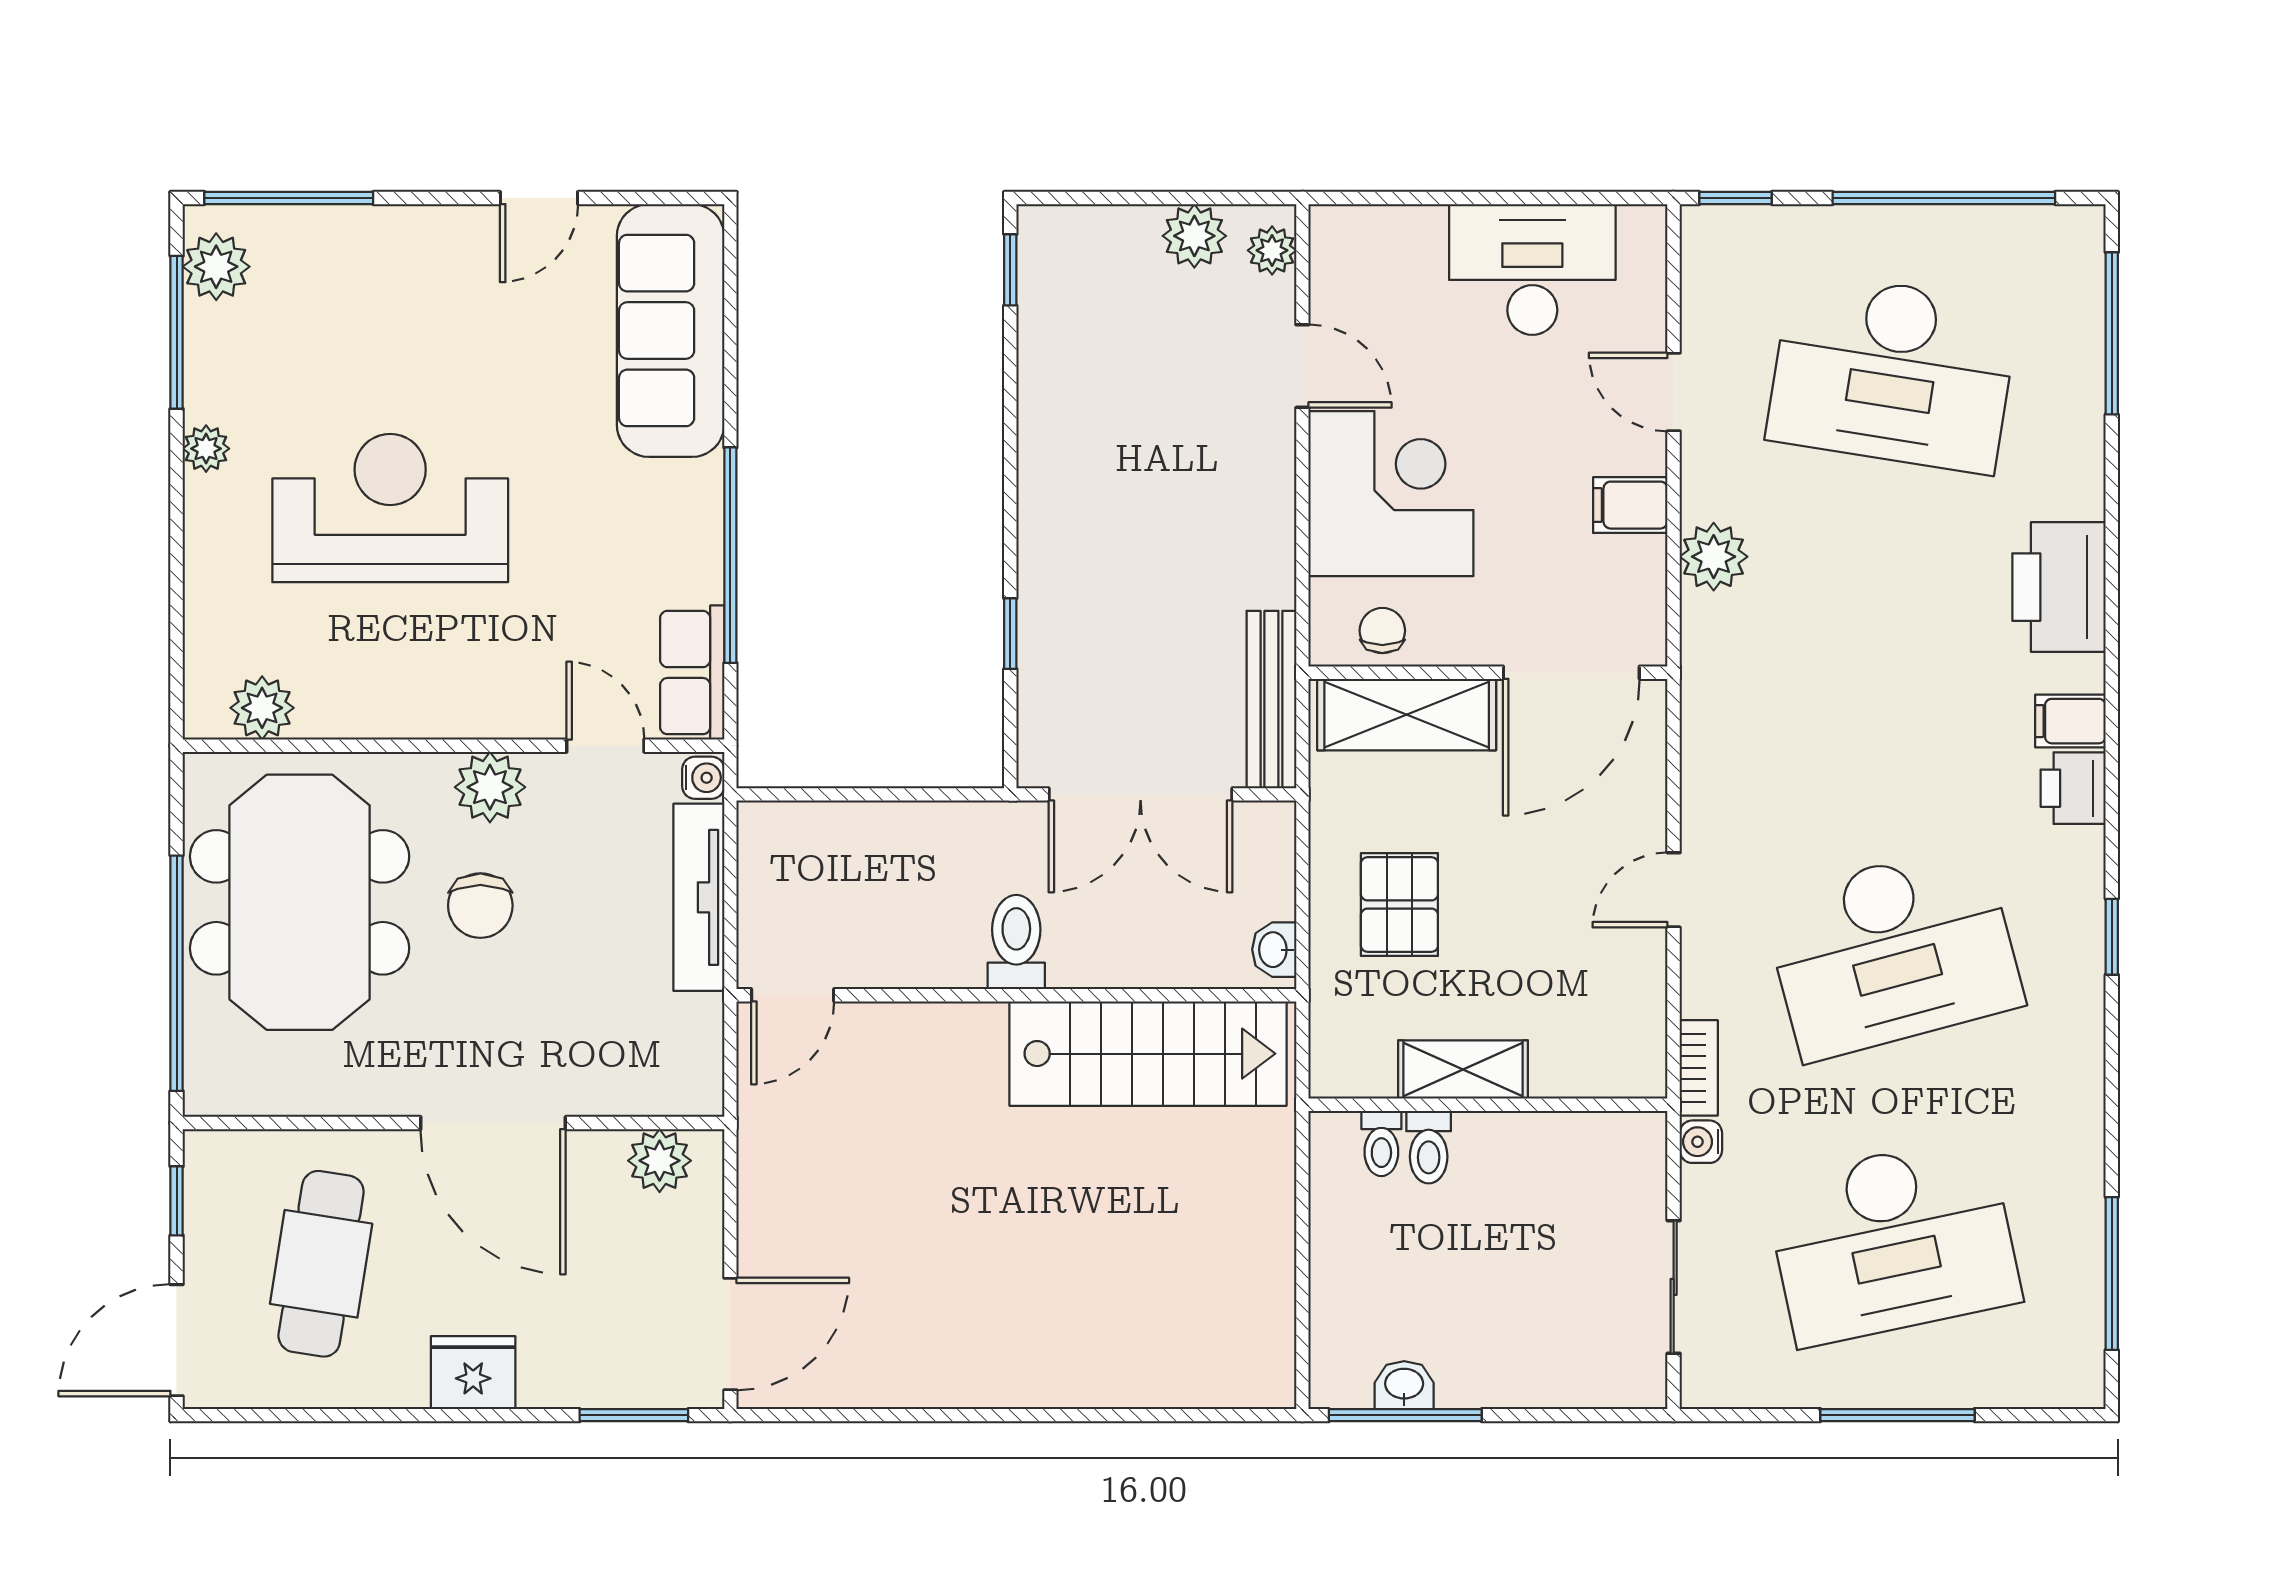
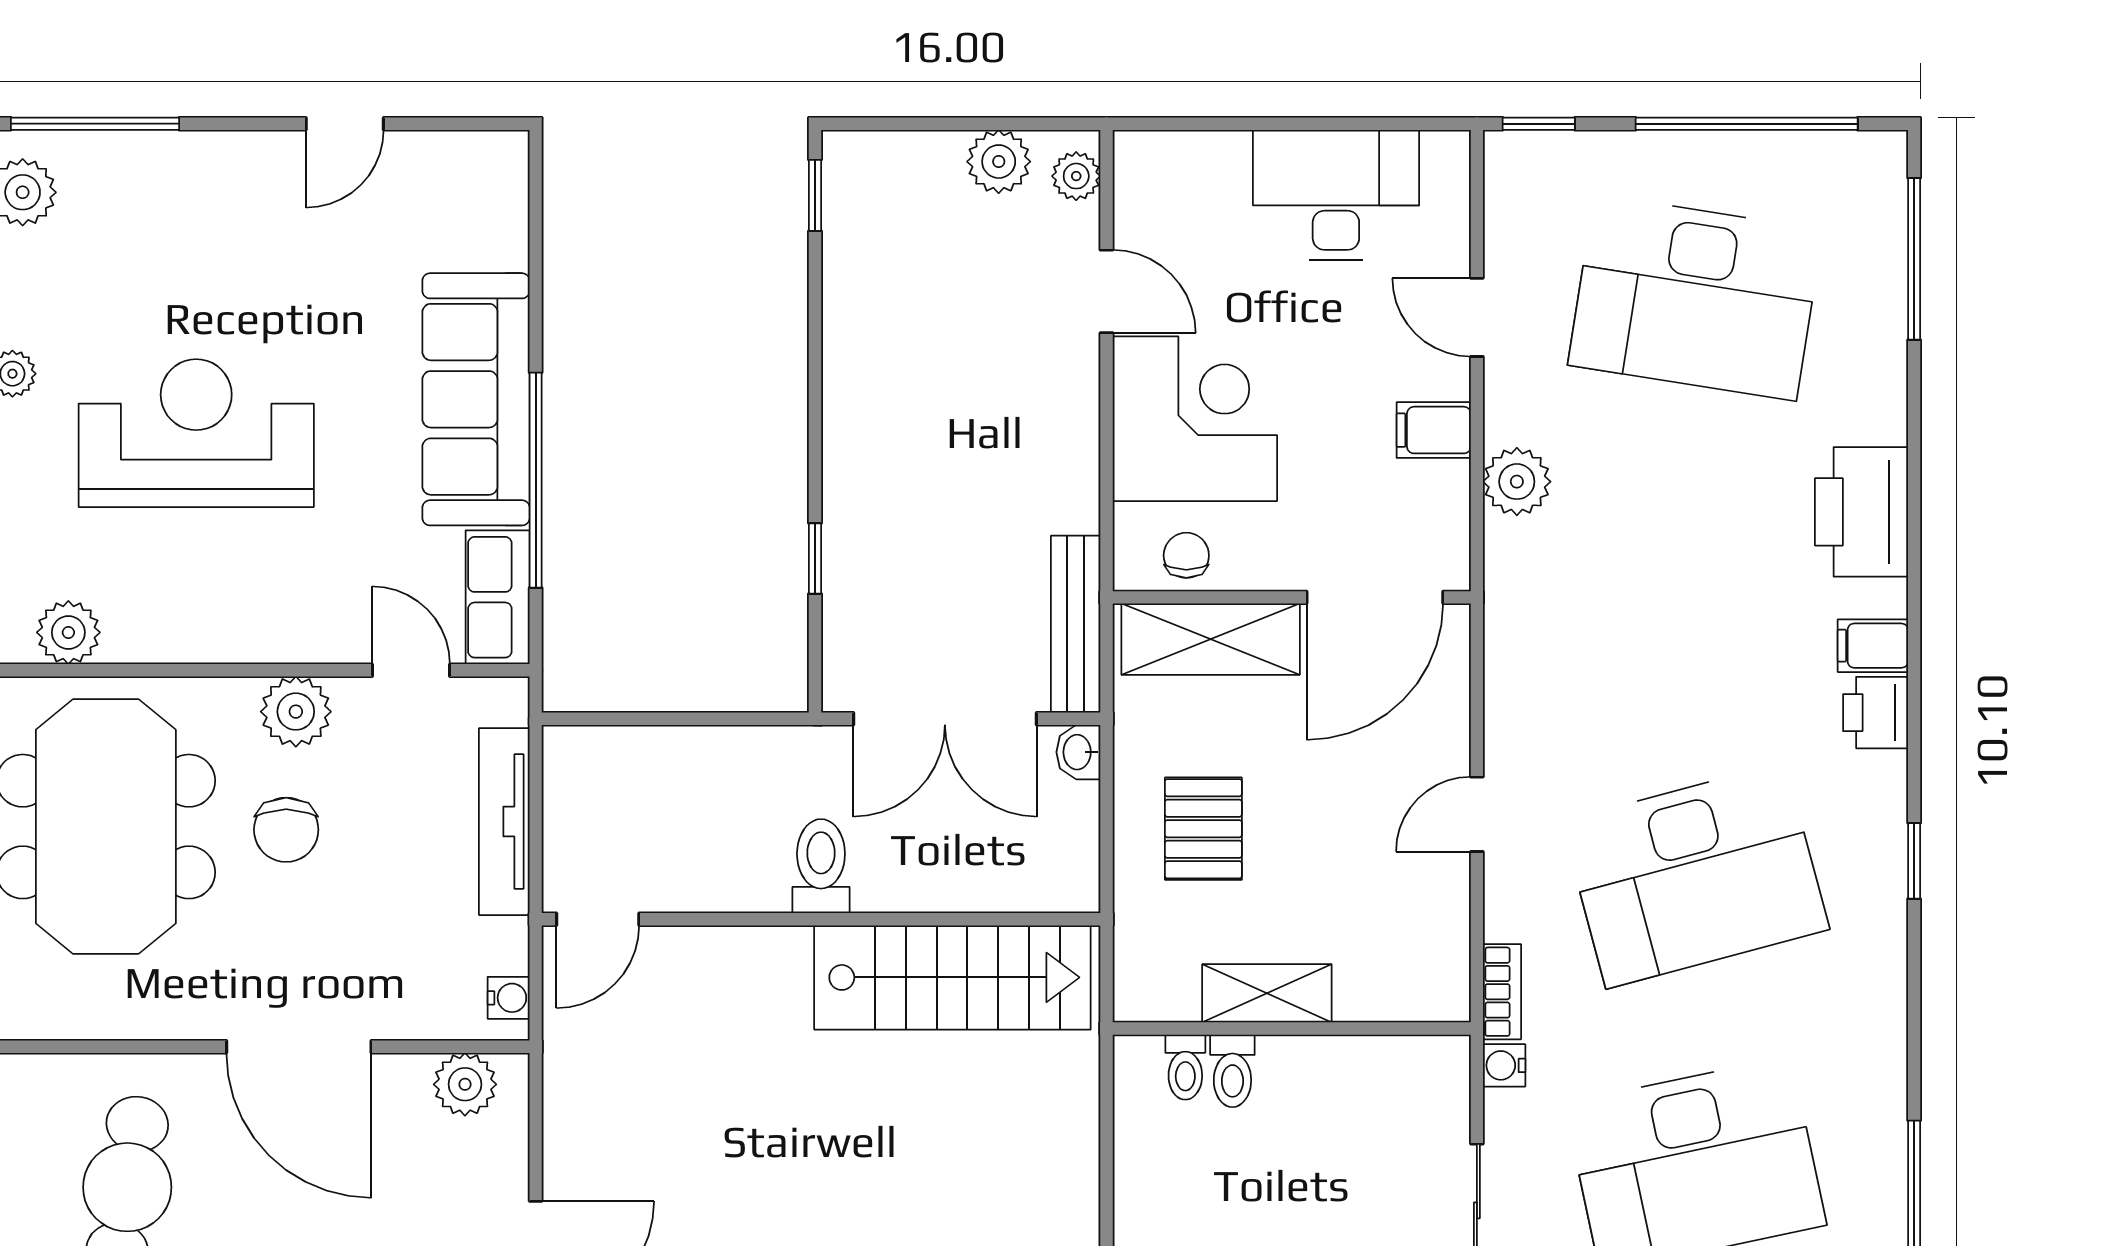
sofa: (671, 331) -> (476, 399), moved
water cooler: (703, 778) -> (509, 998), moved
washbasin: (1274, 950) -> (1078, 752), moved

